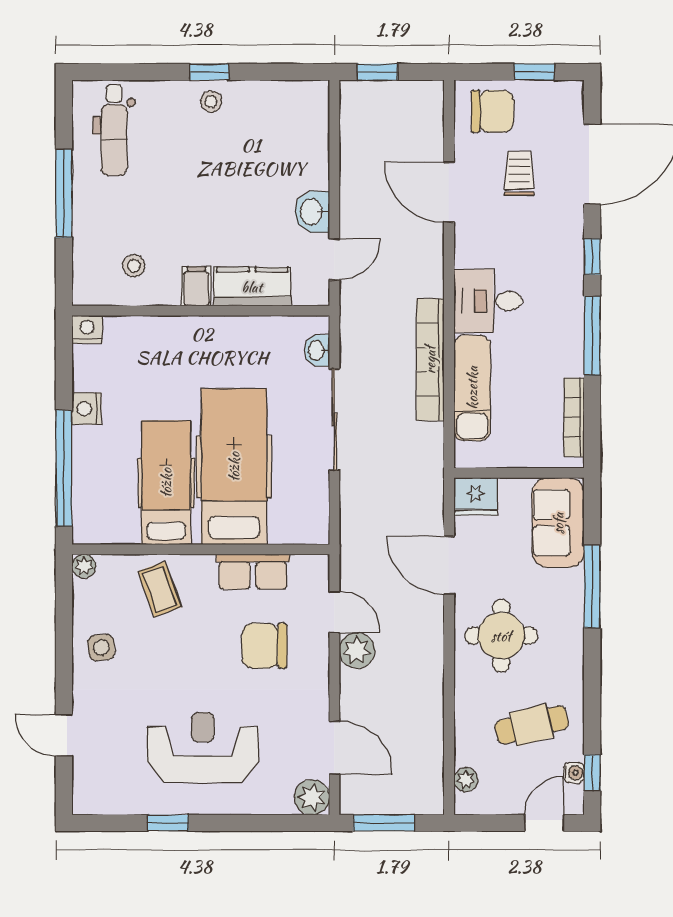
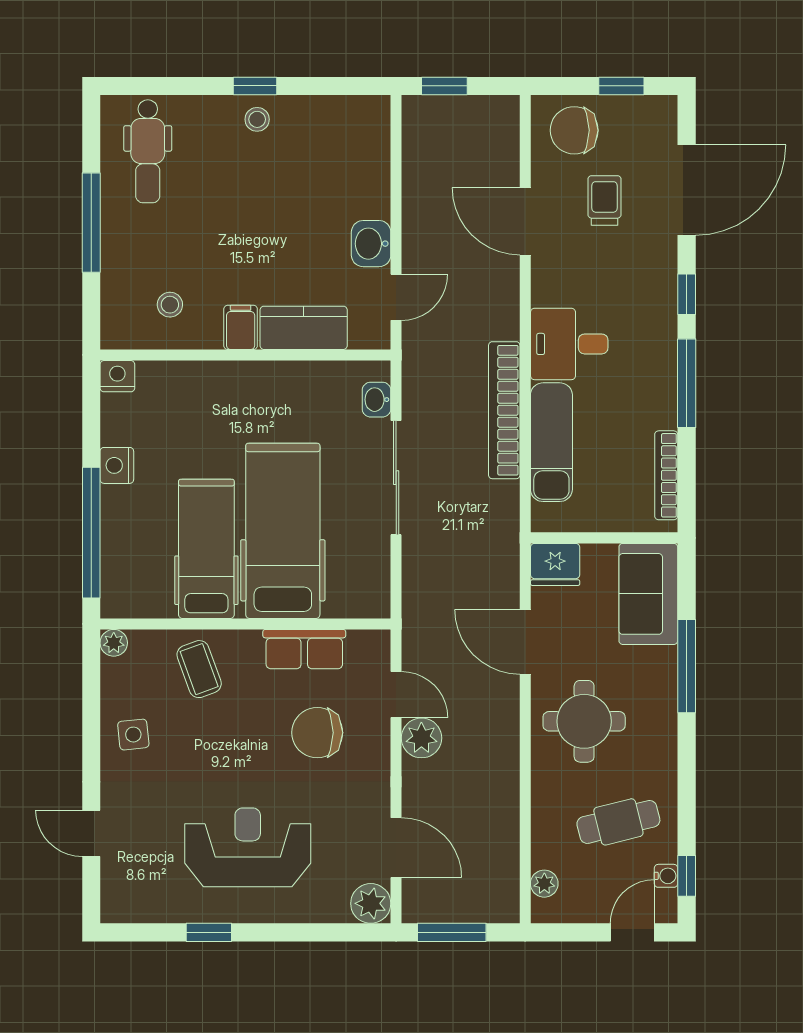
chair: (492, 111) -> (574, 130), turned 180

